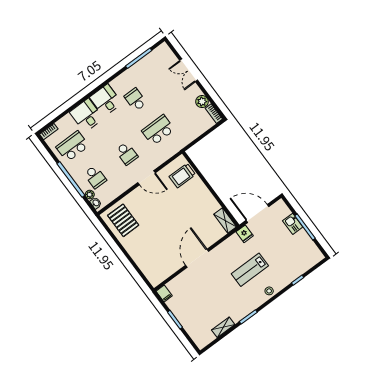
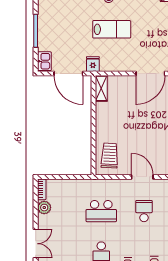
trolley: (182, 176) -> (110, 156), turned -87
kitchen sink: (293, 224) -> (44, 61), moved

